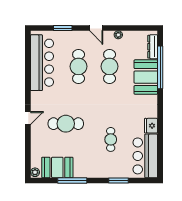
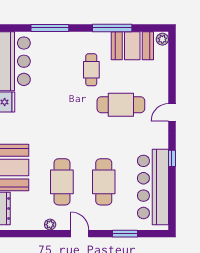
window: (28, 84) -> (172, 158), added
cafe table: (111, 139) -> (91, 70), moved
window: (118, 181) -> (50, 28), width x1.44

